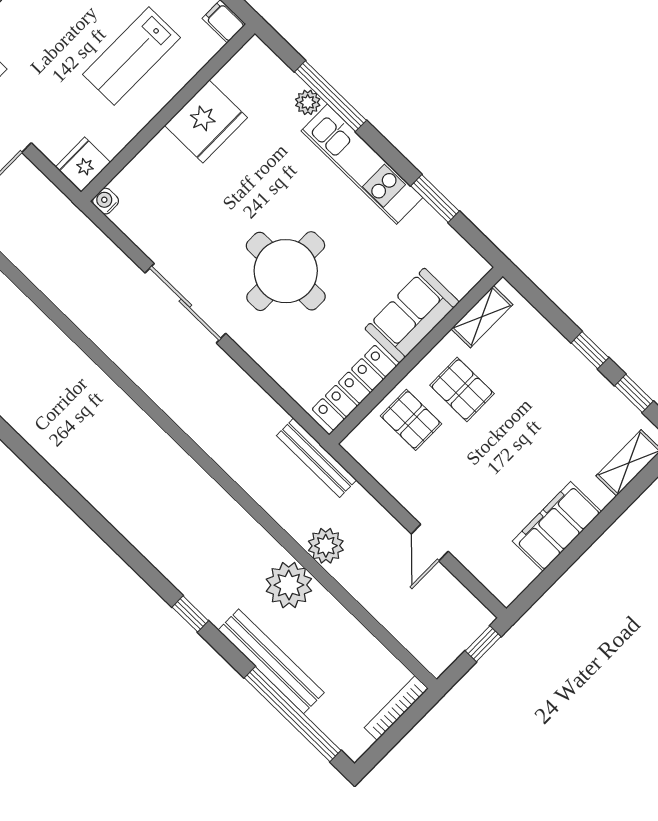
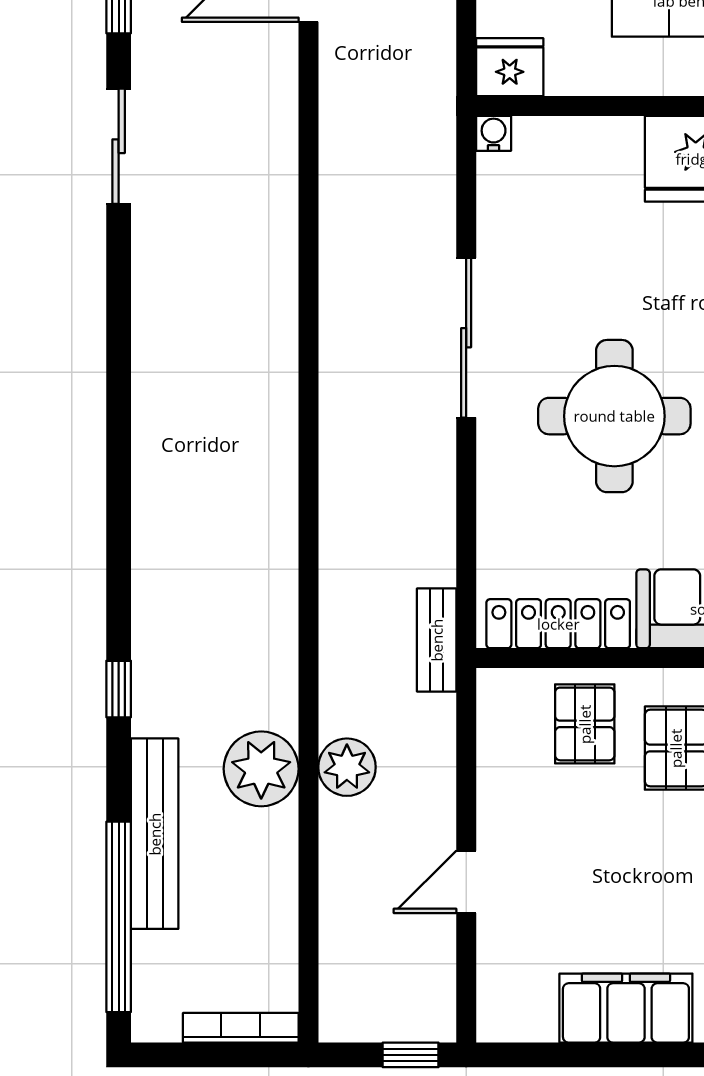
bench: (317, 458) -> (437, 640), width x0.73

